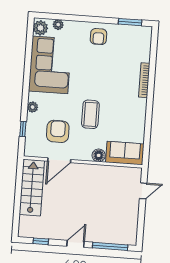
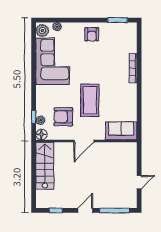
plant: (33, 107) -> (41, 120), moved
coffee table: (90, 114) -> (90, 100), width x1.36, depth x1.32
armchair: (58, 131) -> (63, 117), turned -90
floor lamp: (99, 155) -> (41, 134), moved
door: (59, 160) -> (84, 141), moved
door: (143, 191) -> (139, 182), moved

